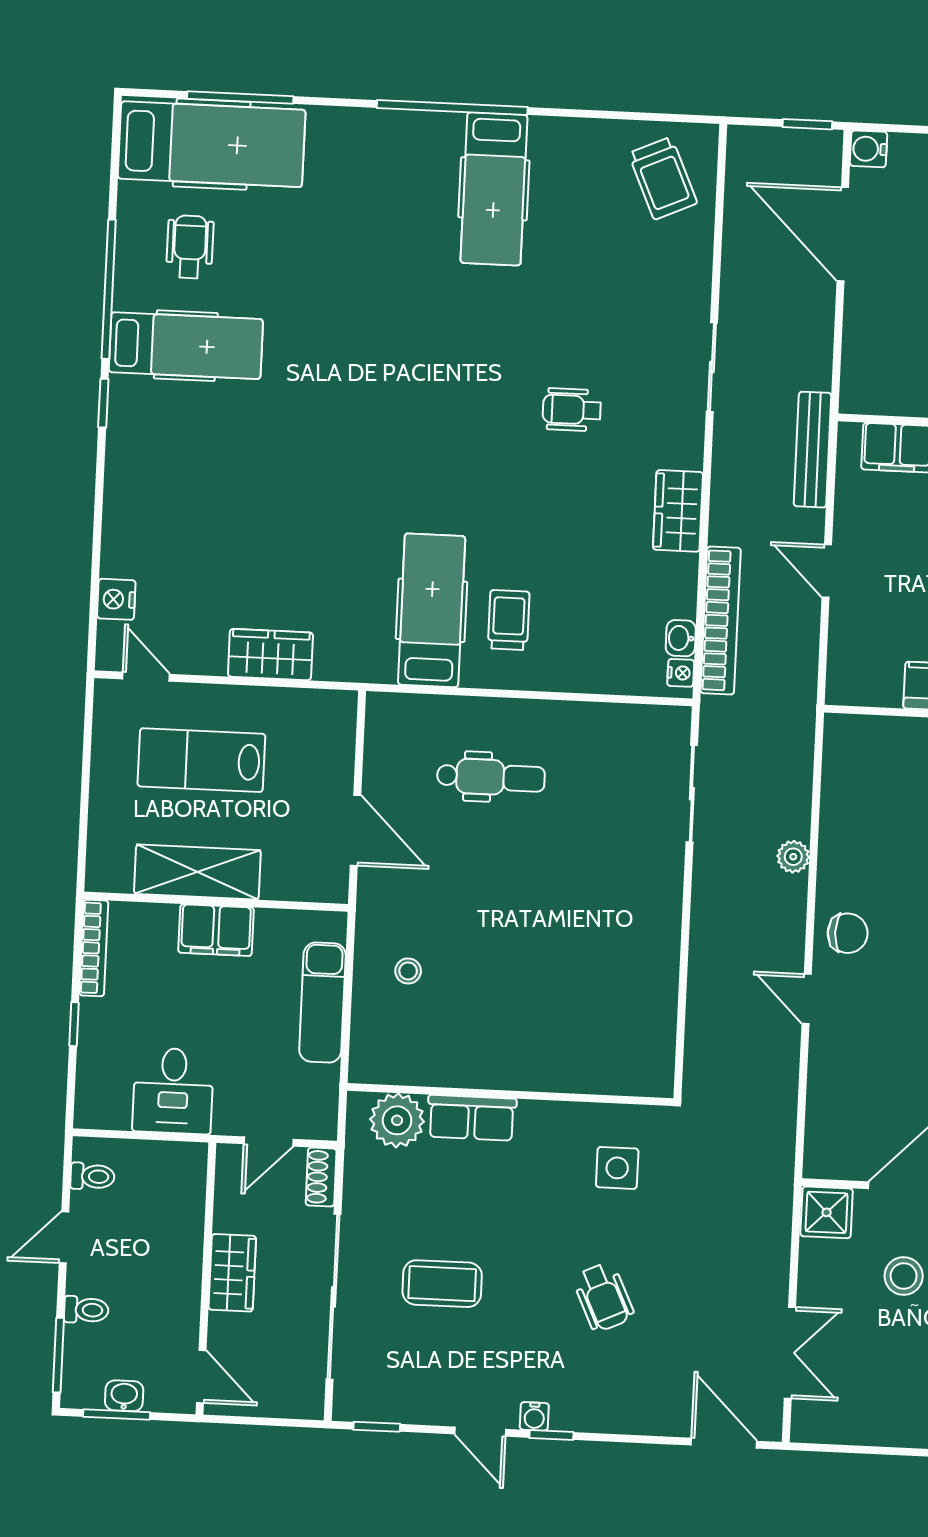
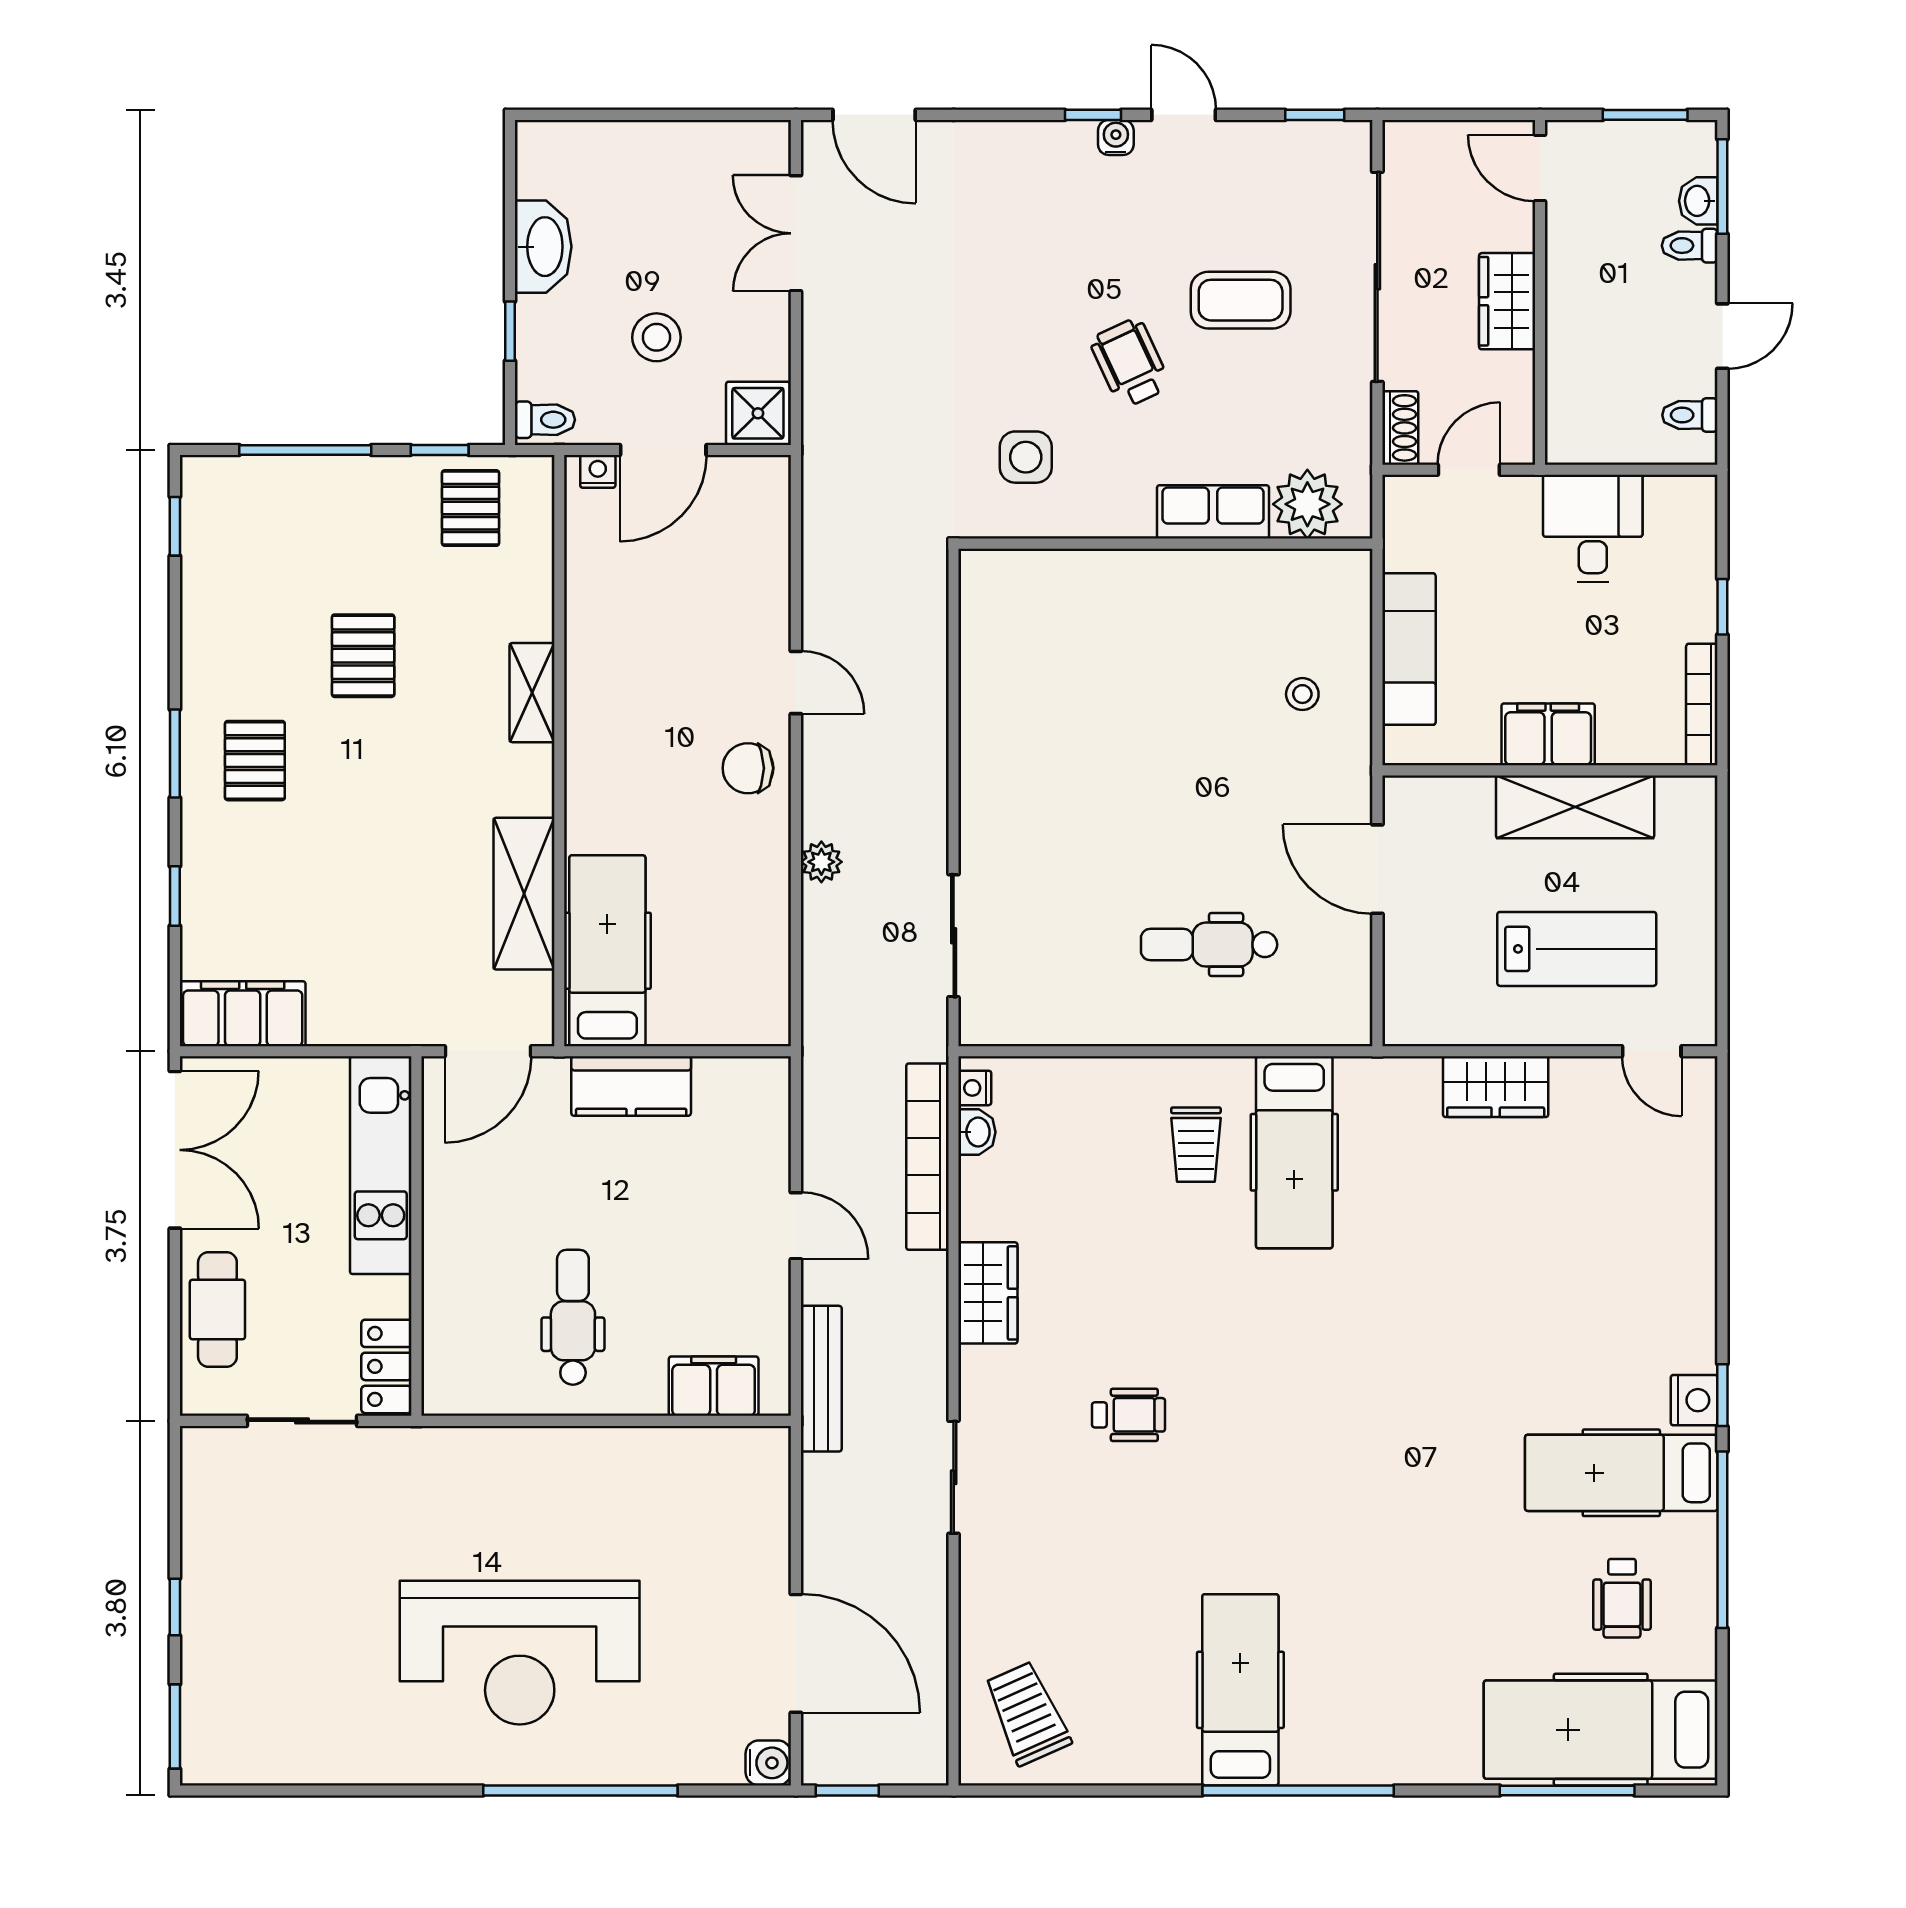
nightstand: (116, 599) -> (1694, 1400), moved
wheelchair: (603, 1297) -> (1130, 363), moved
washbasin: (124, 1396) -> (1698, 201), moved, turned 90

